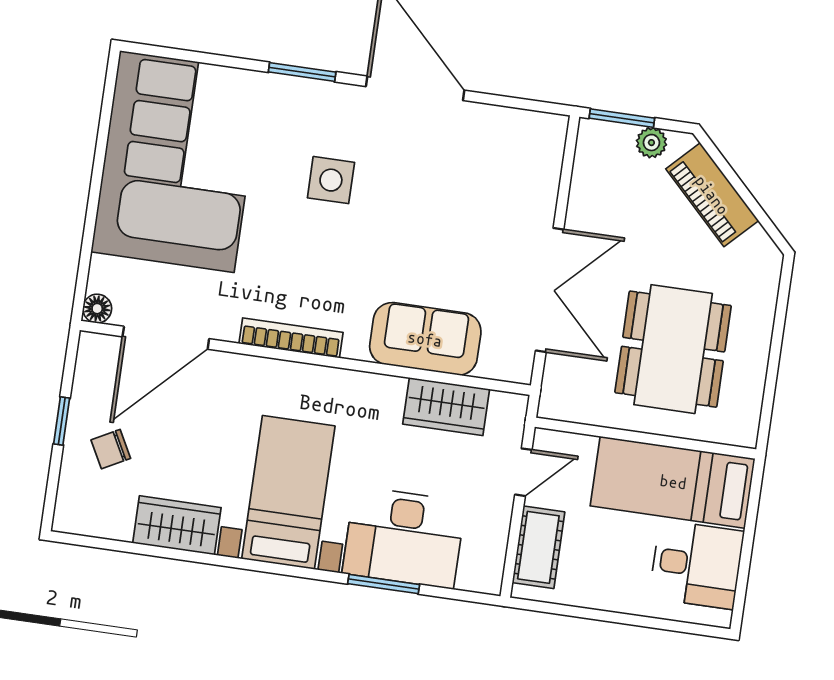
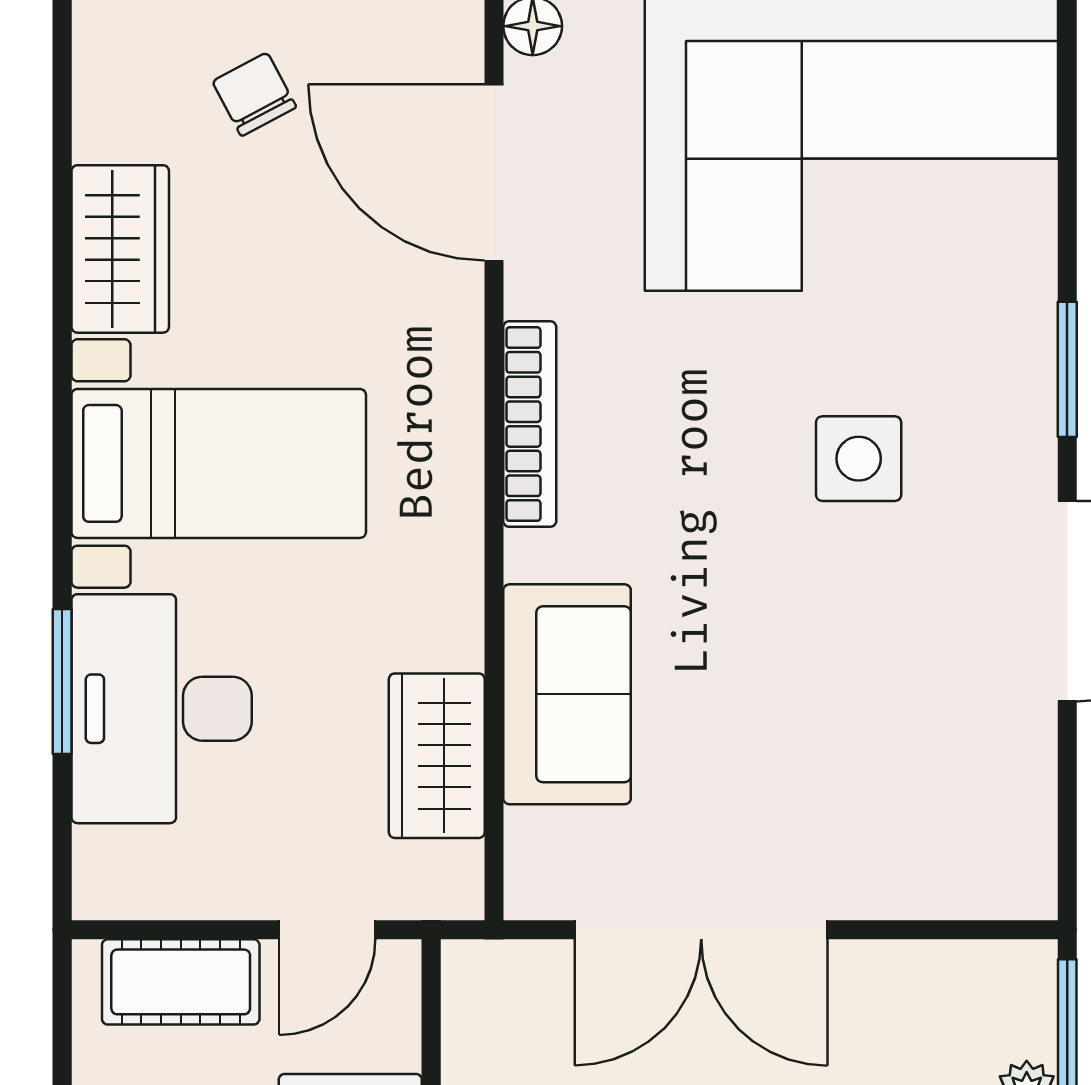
door: (523, 472) -> (327, 930), hinge flipped

